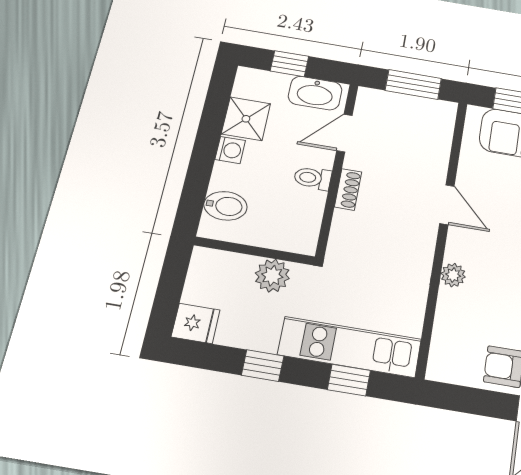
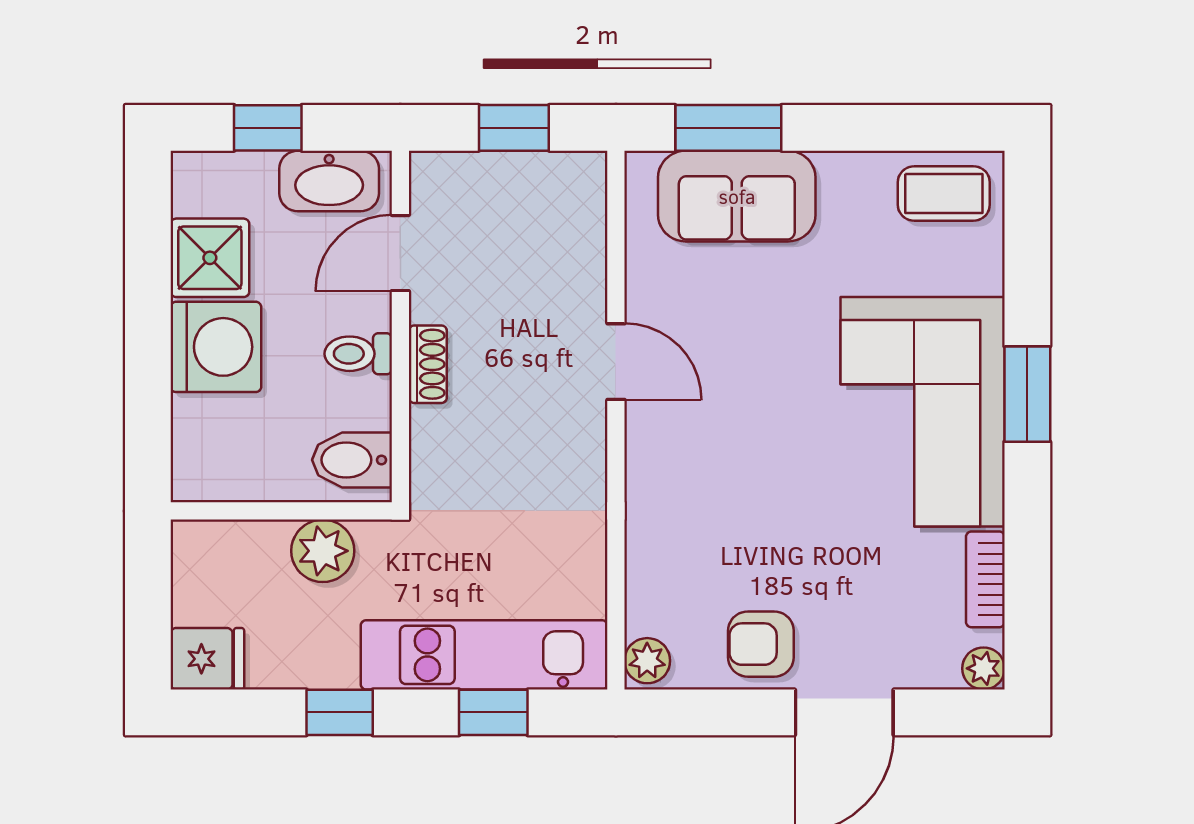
window: (413, 84) -> (514, 128), width x0.67
washing machine: (230, 150) -> (216, 347), width x1.89, depth x1.89
bidet: (225, 206) -> (352, 460), moved, turned 180
plant: (453, 275) -> (647, 661), moved

